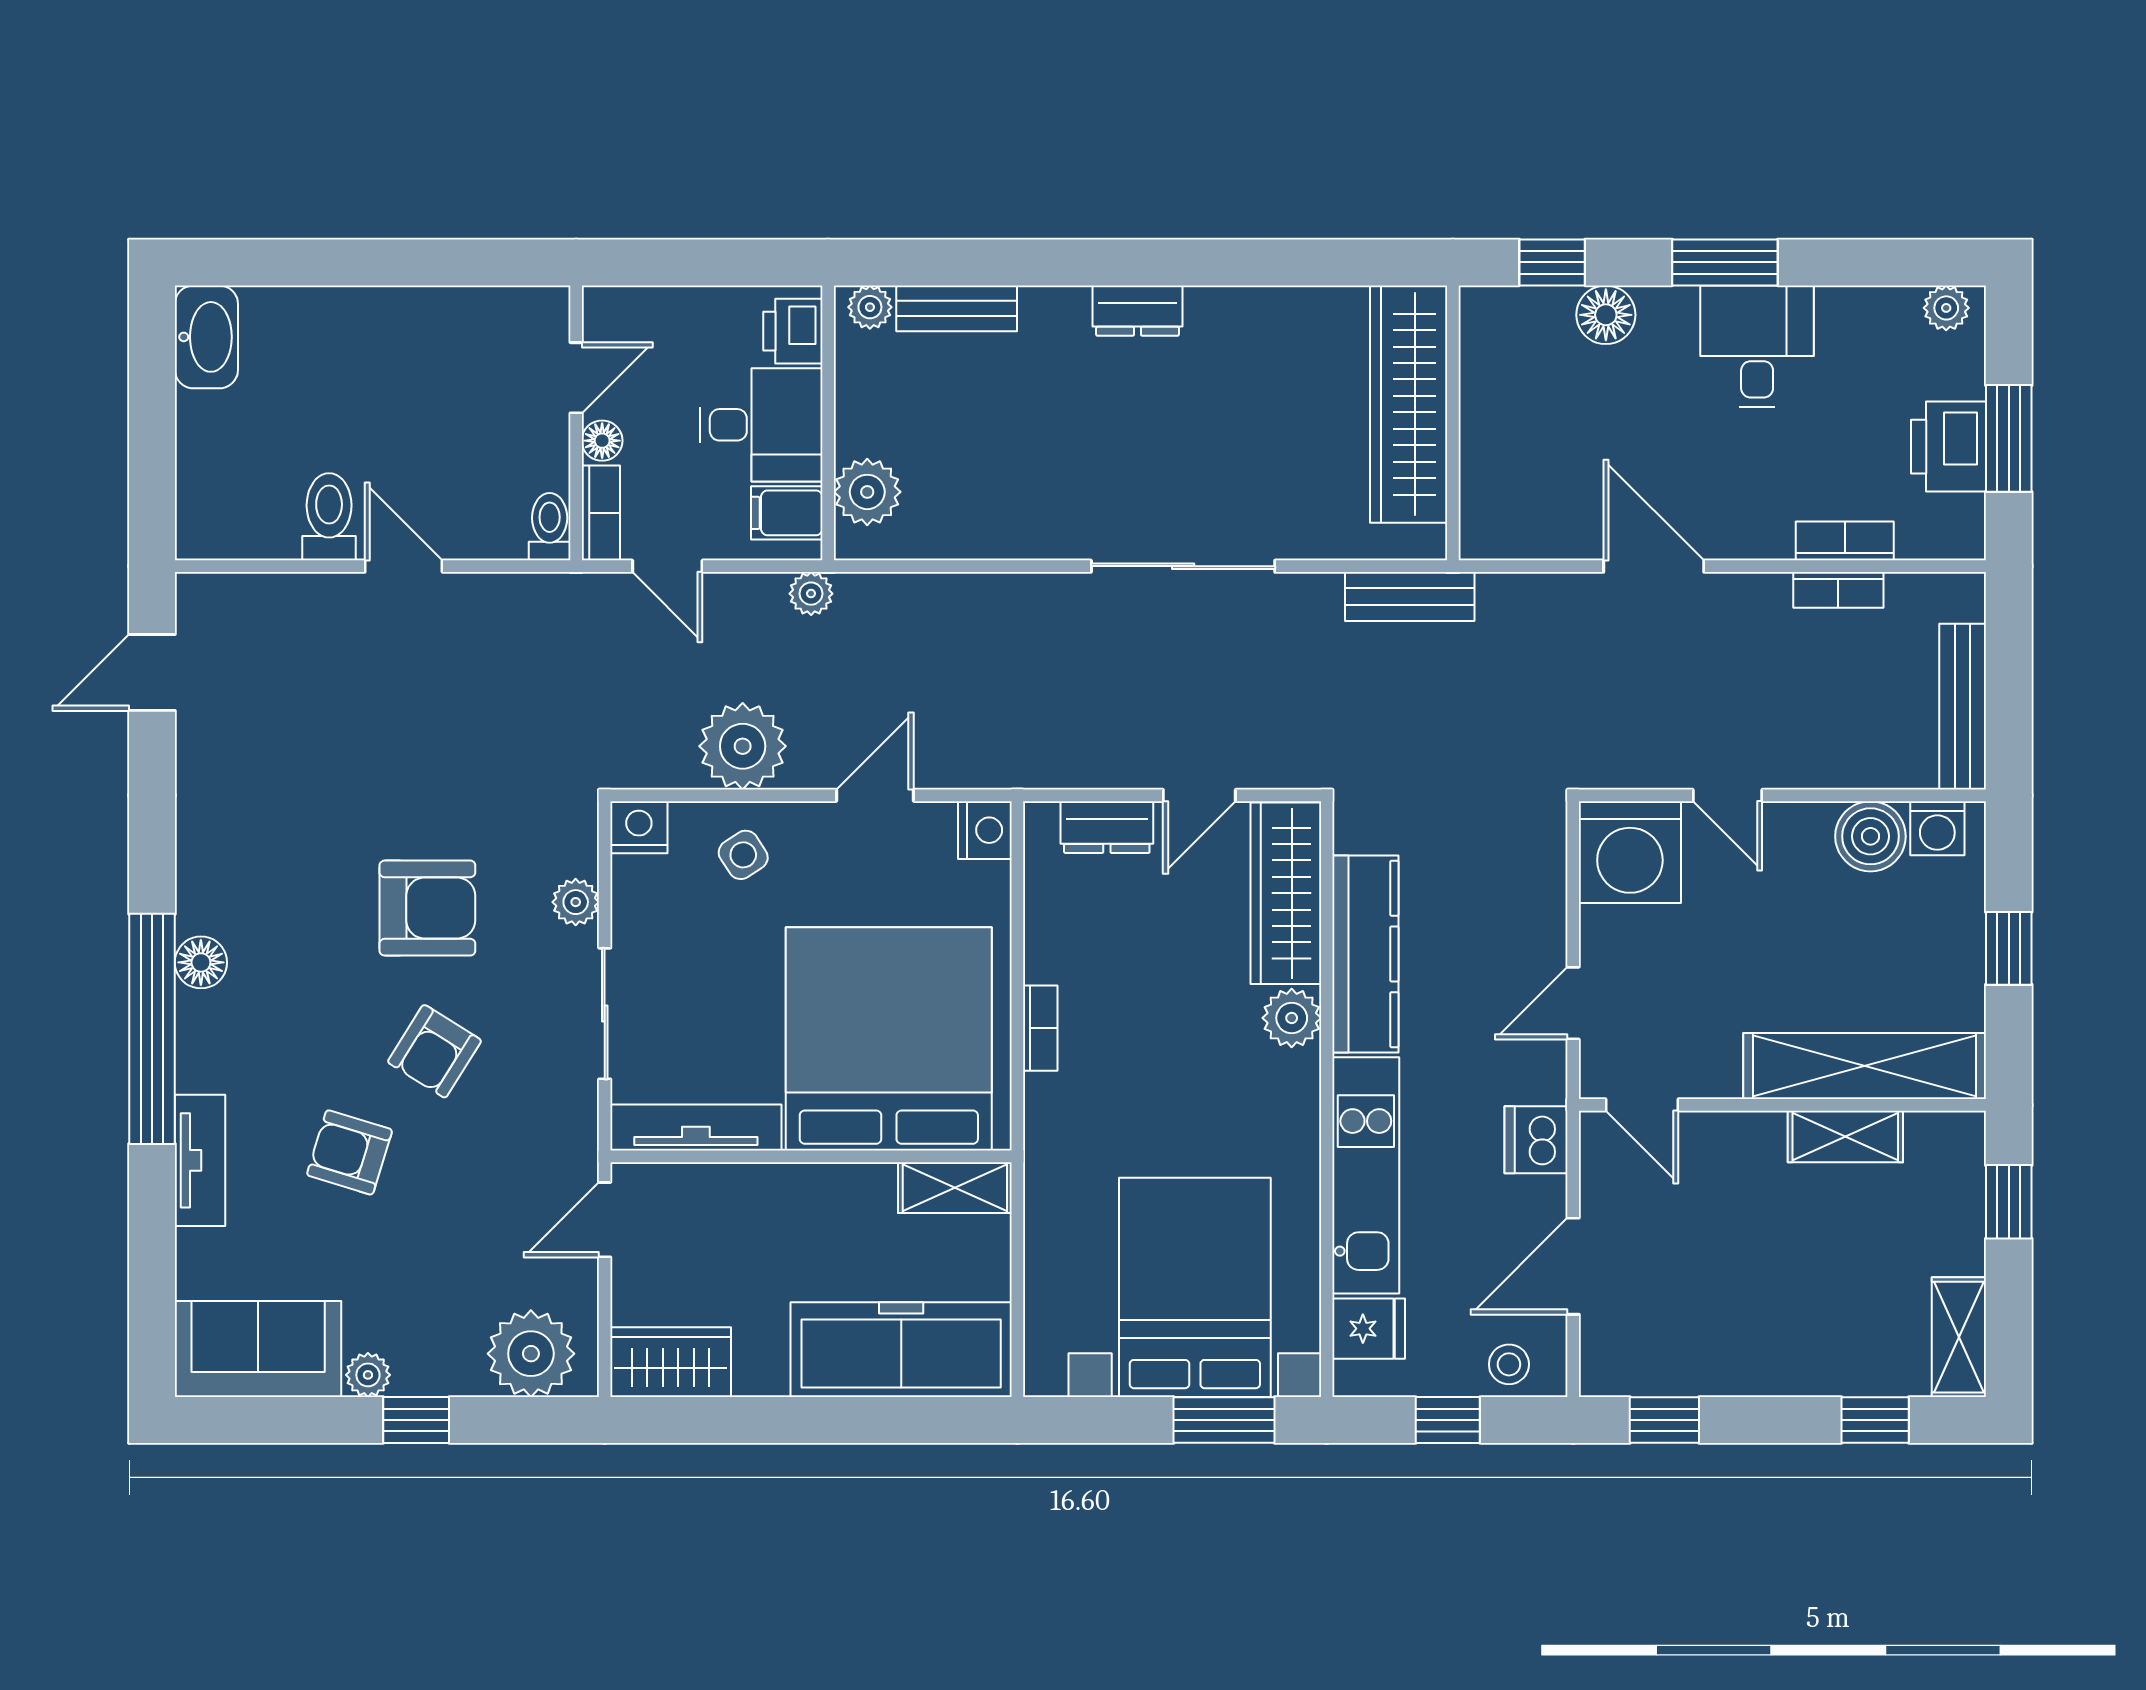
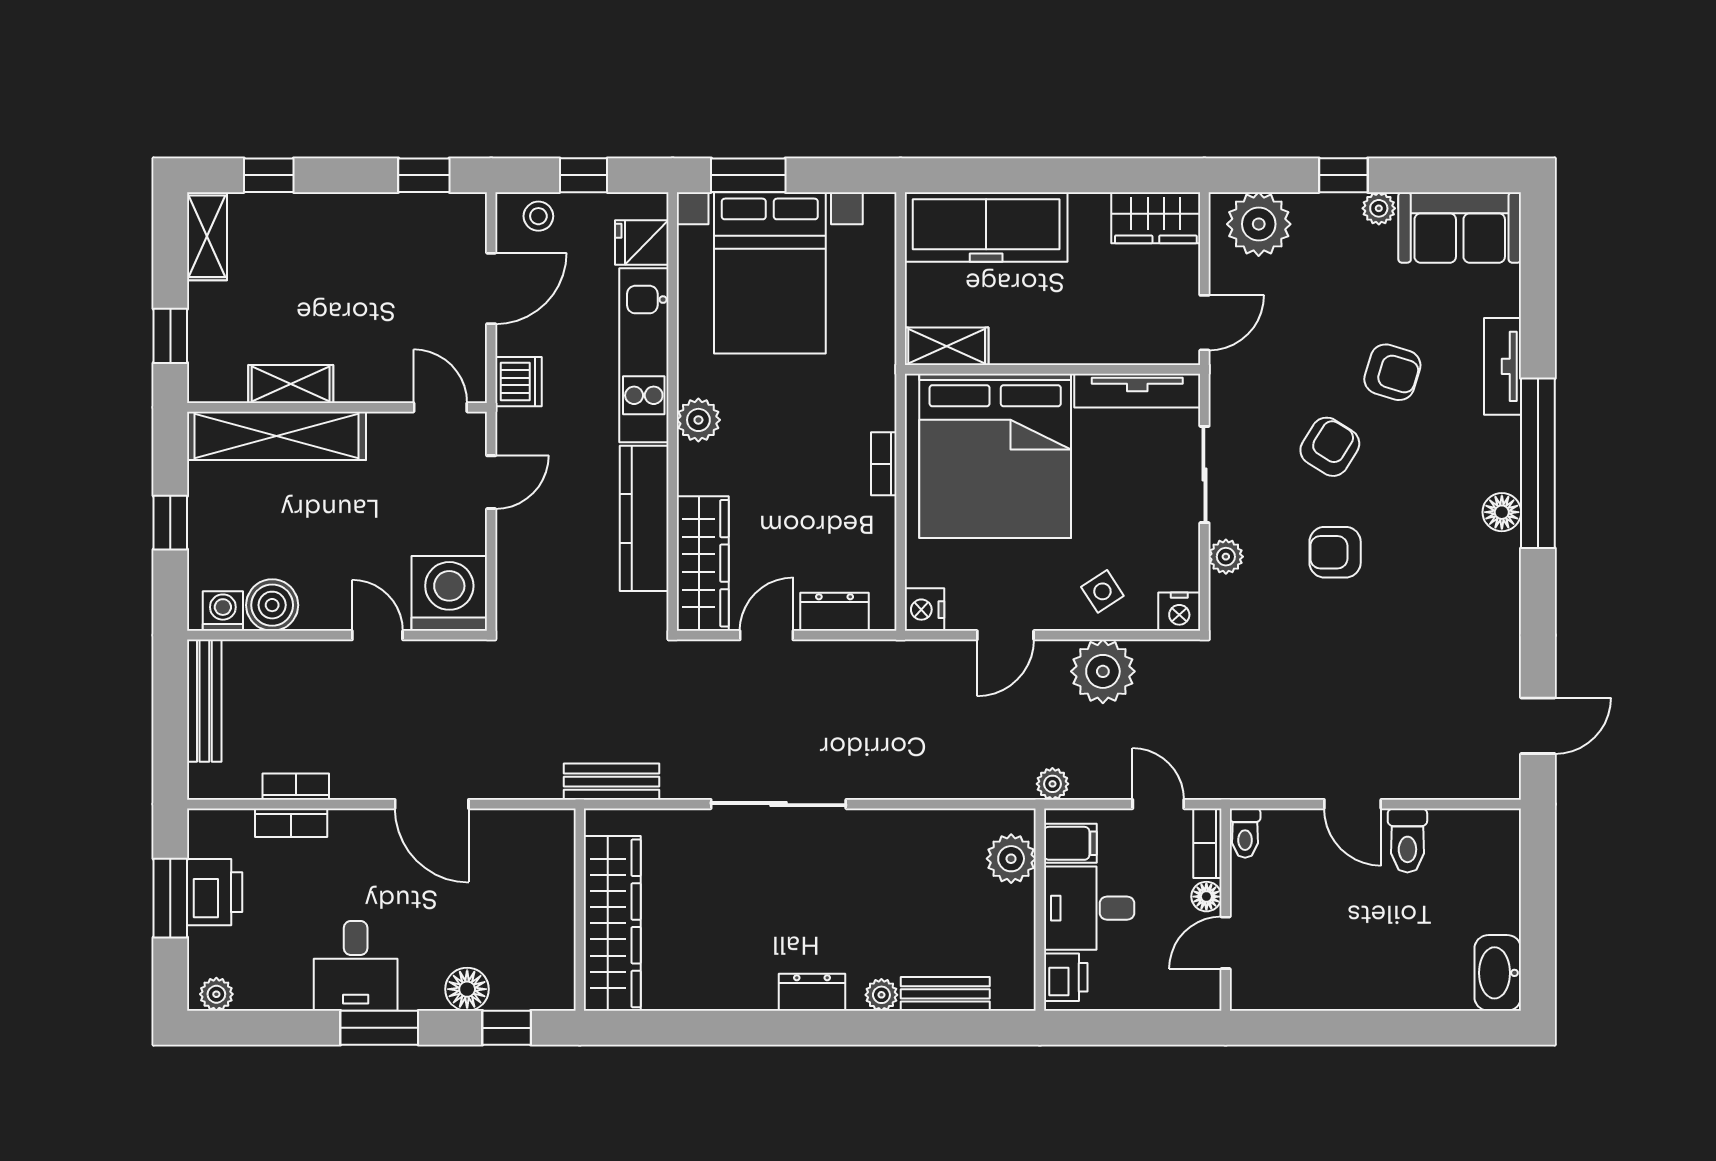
plant: (870, 307) -> (881, 995), moved
armchair: (427, 908) -> (1335, 552), width x0.72, depth x0.72
plant: (1292, 1018) -> (698, 420), moved

